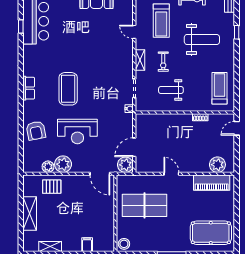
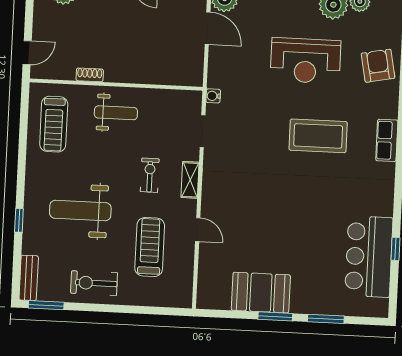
coffee table: (68, 89) -> (318, 136), turned 90
weight bench: (171, 90) -> (116, 113), moved
reception desk: (77, 131) -> (305, 61), turned 180
door: (134, 147) -> (208, 28), hinge flipped

